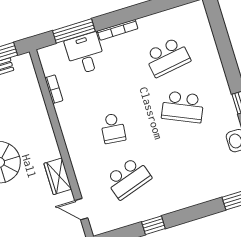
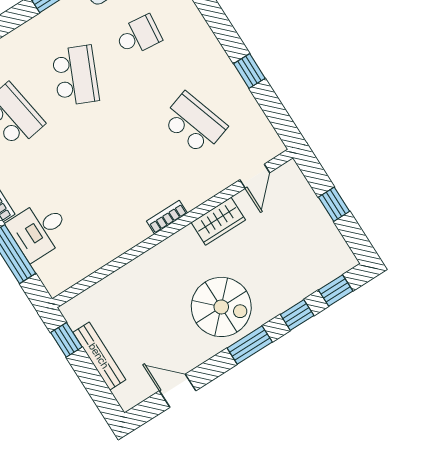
bookcase: (54, 89) -> (167, 217), moved
school desk: (113, 128) -> (138, 36), moved

